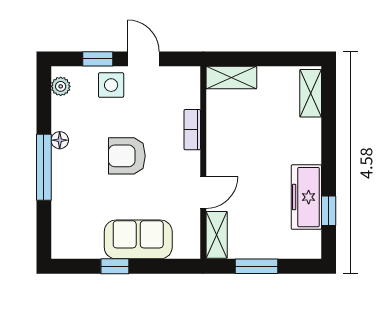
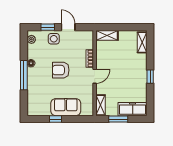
door: (203, 192) -> (95, 76), moved
freezer: (306, 197) -> (133, 109), moved, turned 90
window: (329, 211) -> (150, 77), moved

